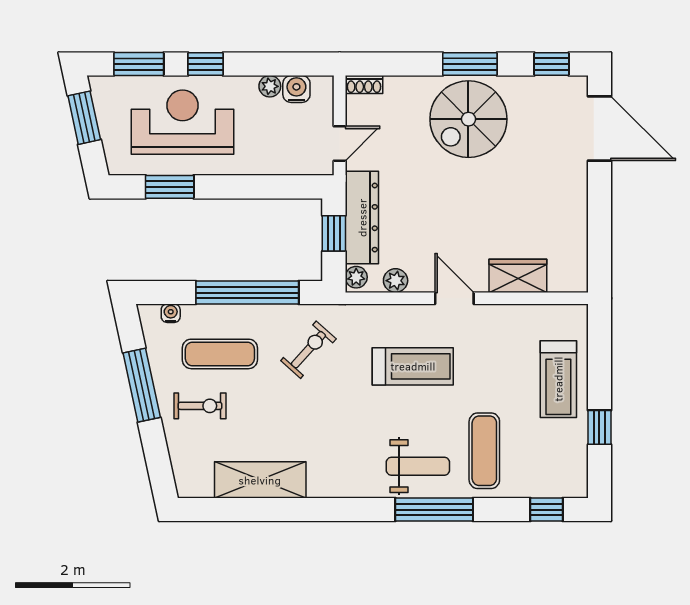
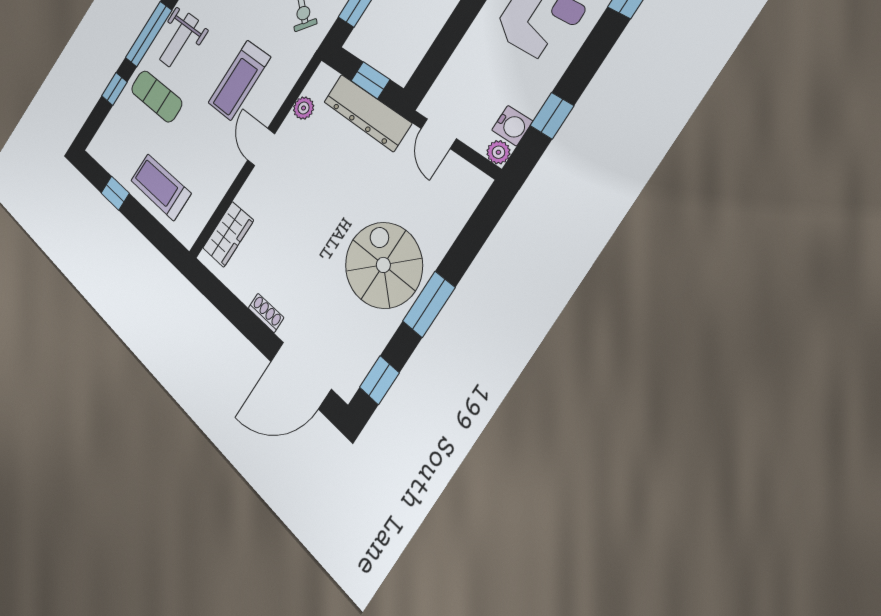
window: (205, 64) -> (552, 116), moved
shoe rack: (364, 85) -> (266, 313), moved, turned 90
plant: (270, 86) -> (498, 152), moved
wardrobe: (518, 276) -> (228, 234), moved
plant: (356, 277) -> (327, 77), removed
door: (454, 298) -> (261, 147), swing flipped
window: (546, 510) -> (114, 89), moved

